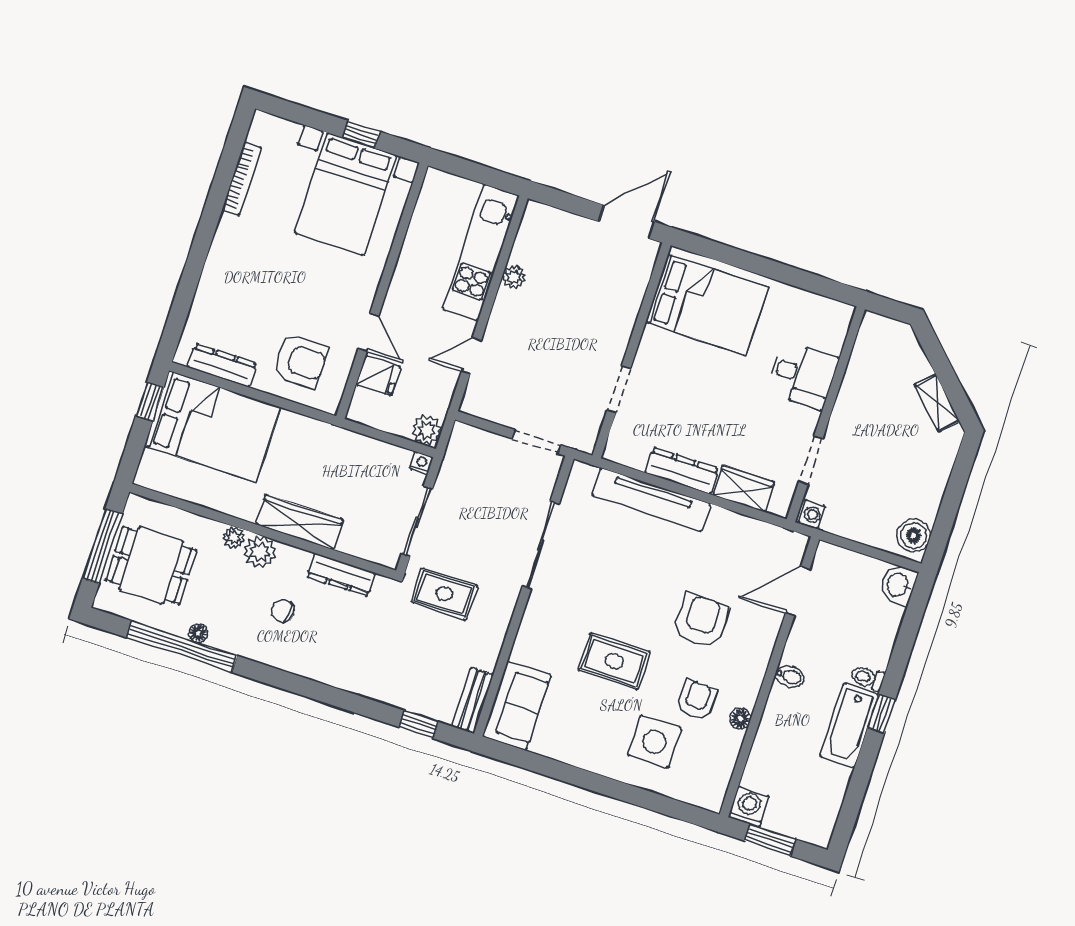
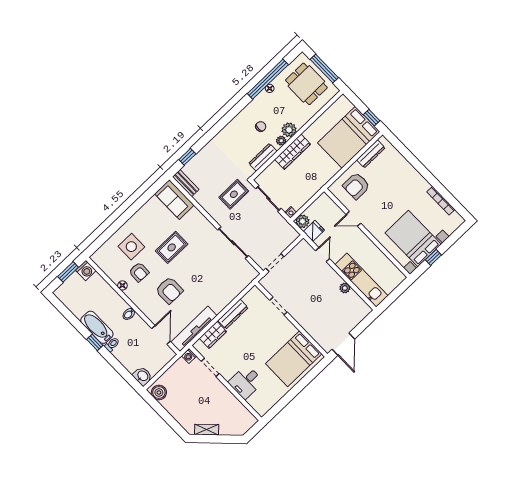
fridge: (378, 376) -> (314, 231), moved, turned 180
tv unit: (651, 500) -> (194, 329), moved
plant: (233, 538) -> (281, 141), moved
dining table: (151, 565) -> (306, 84), turned 90

